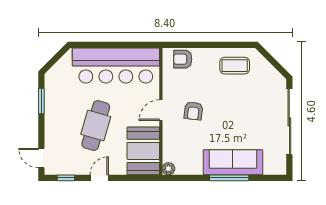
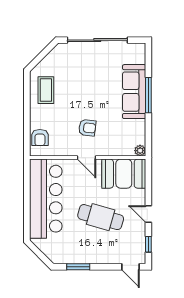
door: (41, 158) -> (130, 267), hinge flipped

